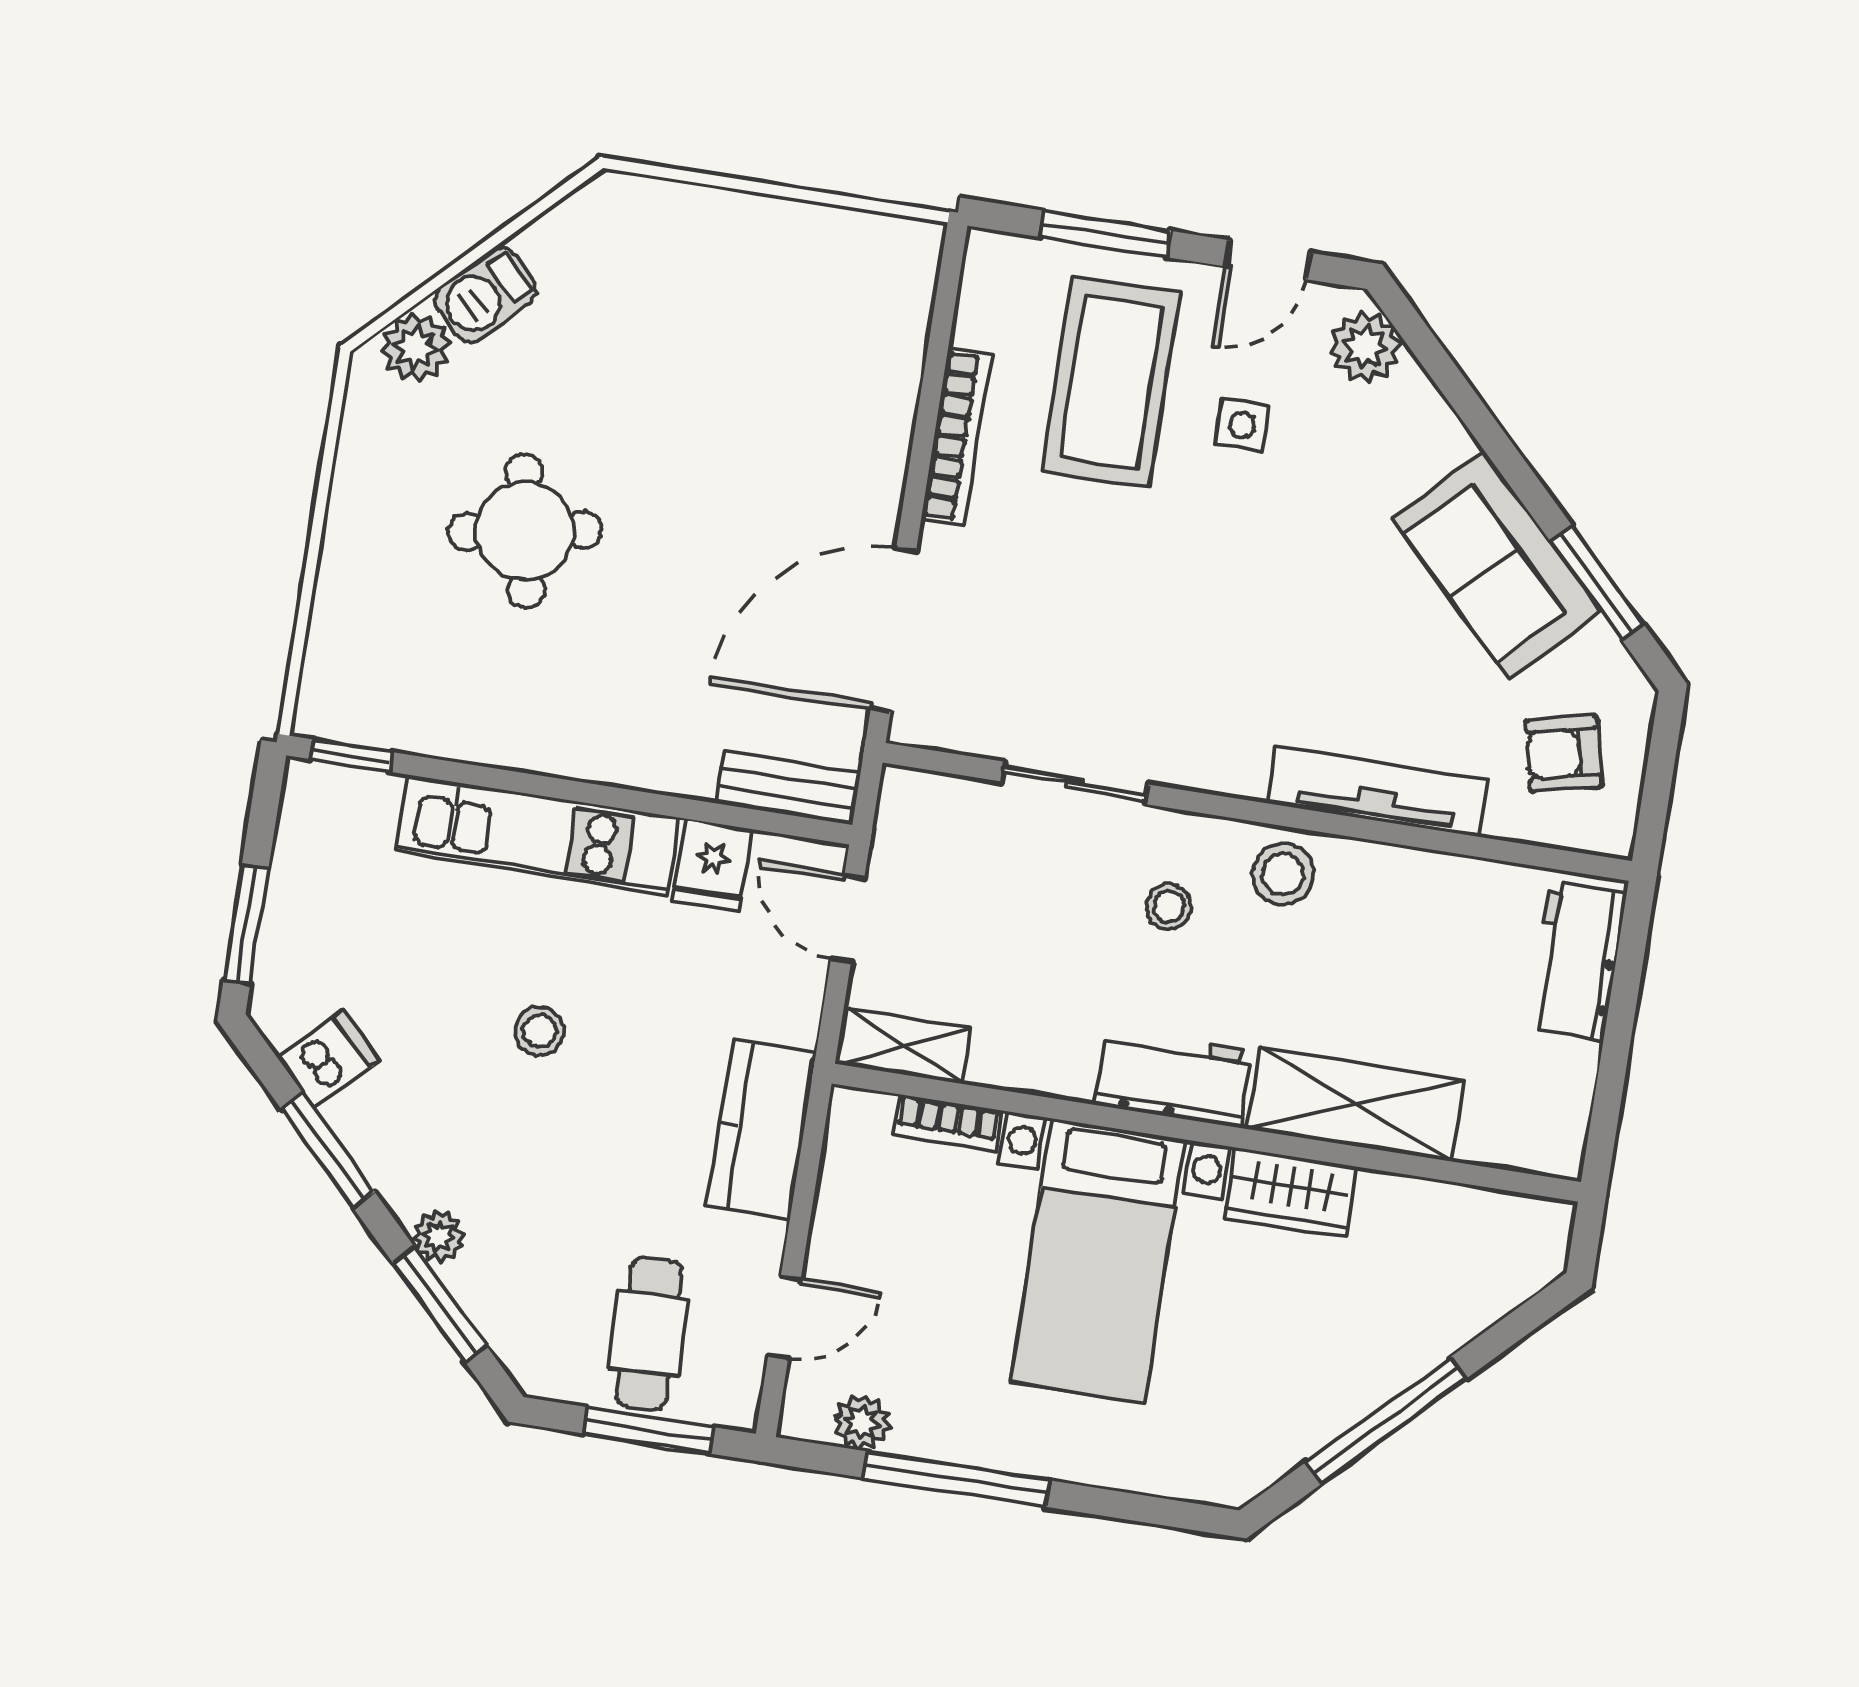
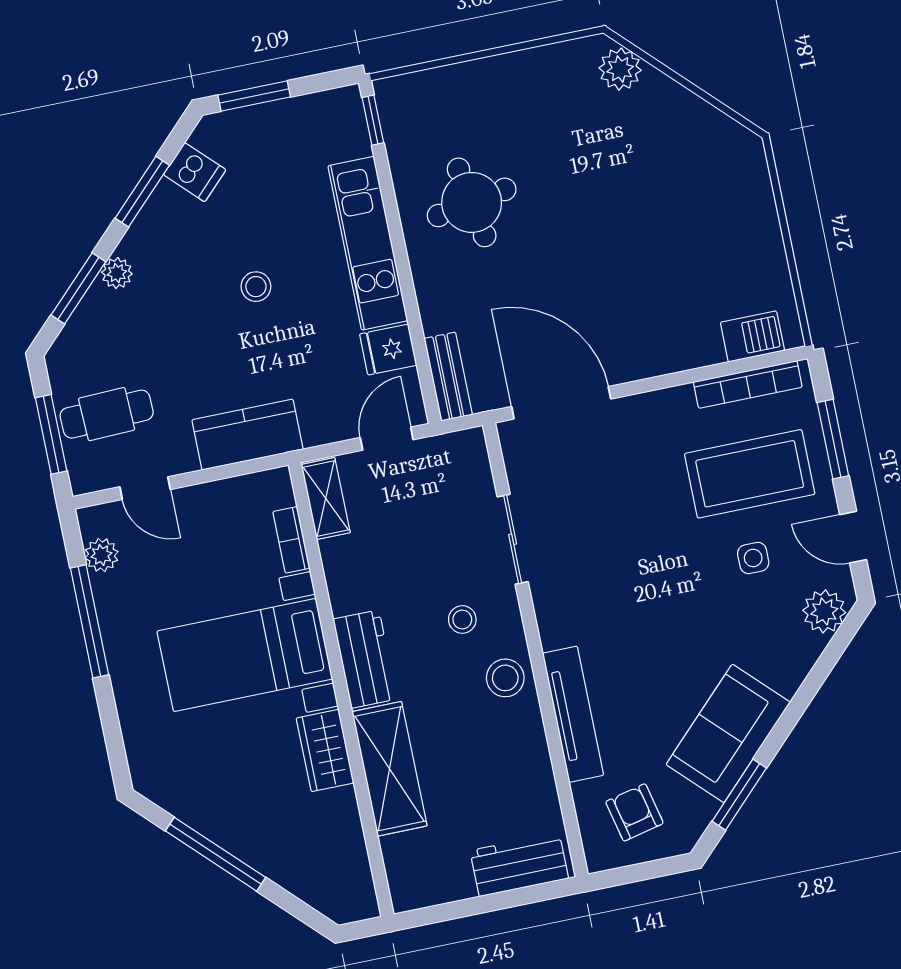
barbecue: (485, 295) -> (752, 336), moved, turned 135
bookcase: (957, 437) -> (748, 385), moved
round table: (525, 531) -> (472, 202), moved

